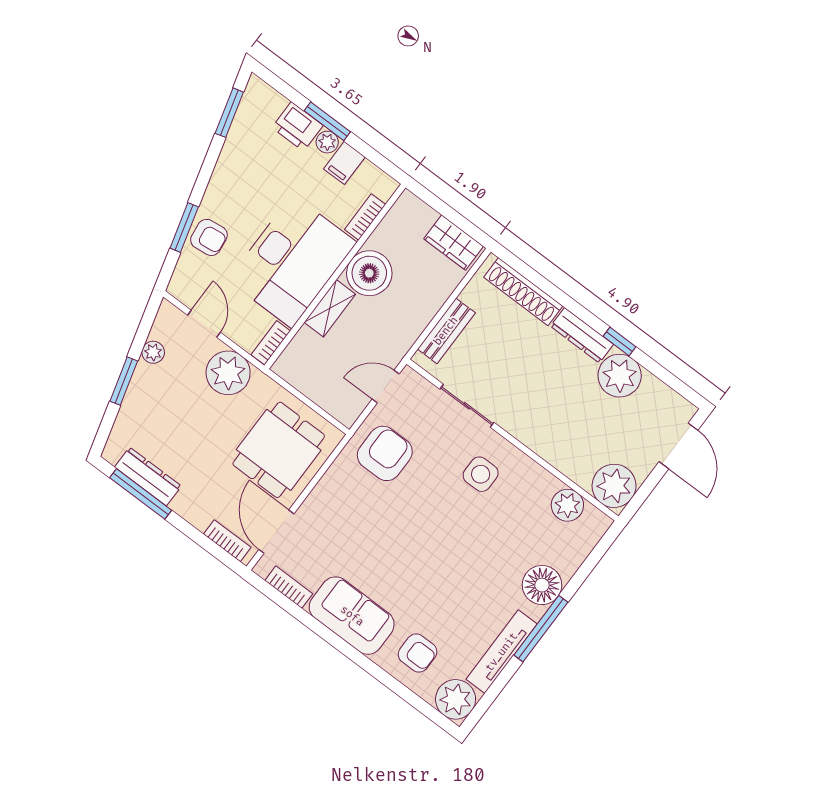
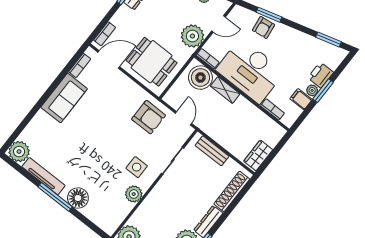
boiler: (369, 273) -> (200, 78), moved
plant: (567, 505) -> (134, 194), moved
armchair: (418, 653) -> (44, 132), removed

